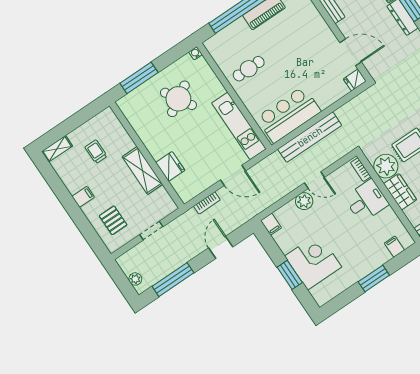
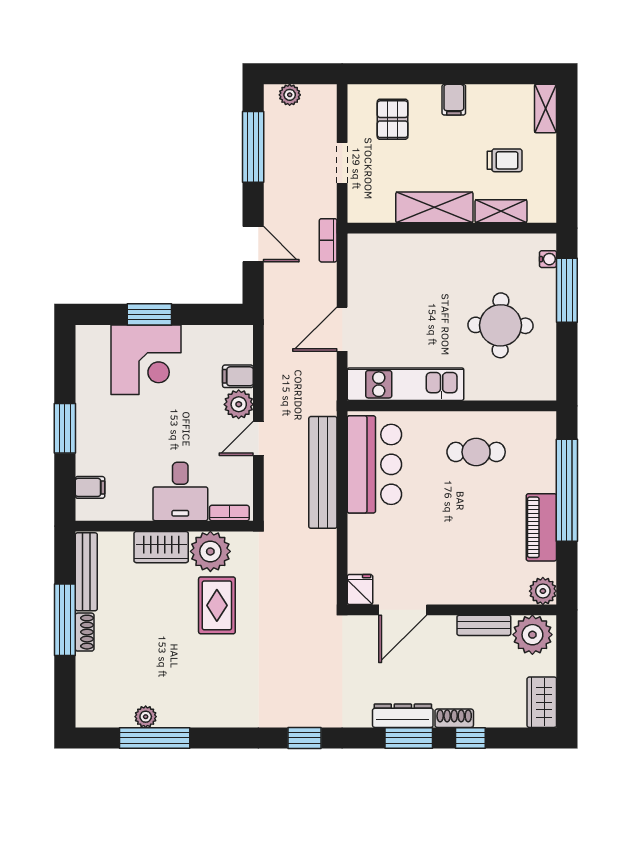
water cooler: (195, 53) -> (548, 259), moved
cafe table: (249, 69) -> (476, 452), turned 90
round table: (178, 99) -> (501, 325), turned 32
shelving: (122, 137) -> (501, 211), added
fridge: (170, 166) -> (414, 250), removed
bookcase: (207, 203) -> (328, 240), moved
pallet: (113, 220) -> (393, 119), turned 90
filing cabinet: (271, 224) -> (238, 376), moved

